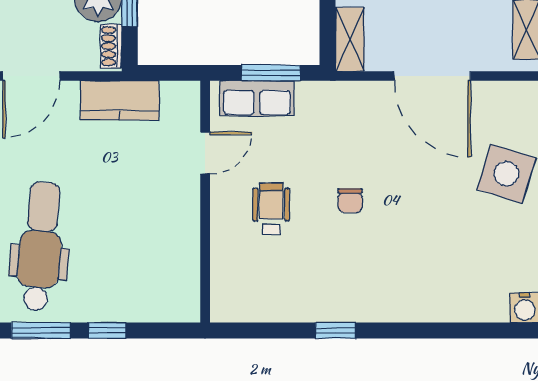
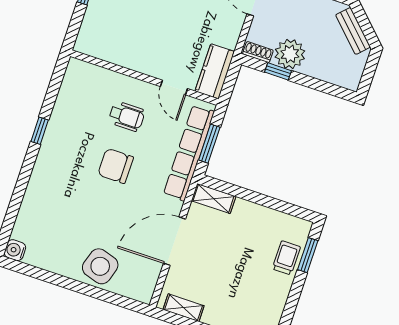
row of seats: (257, 98) -> (189, 153), width x2.02
kitchen counter: (119, 100) -> (215, 71), moved
chair: (350, 200) -> (116, 166), width x1.87, depth x1.87

